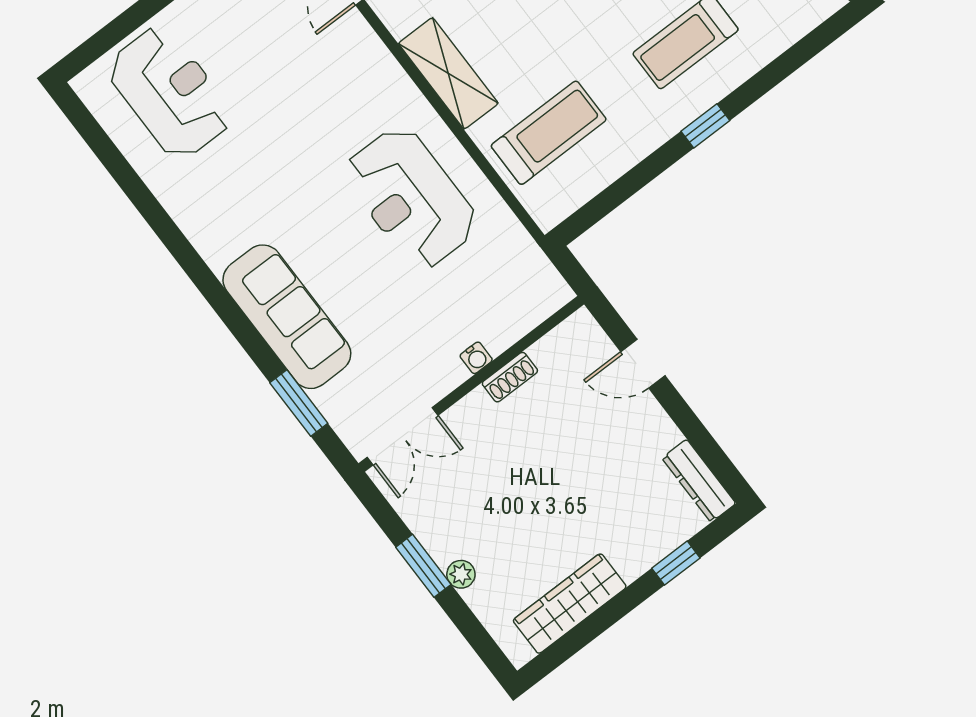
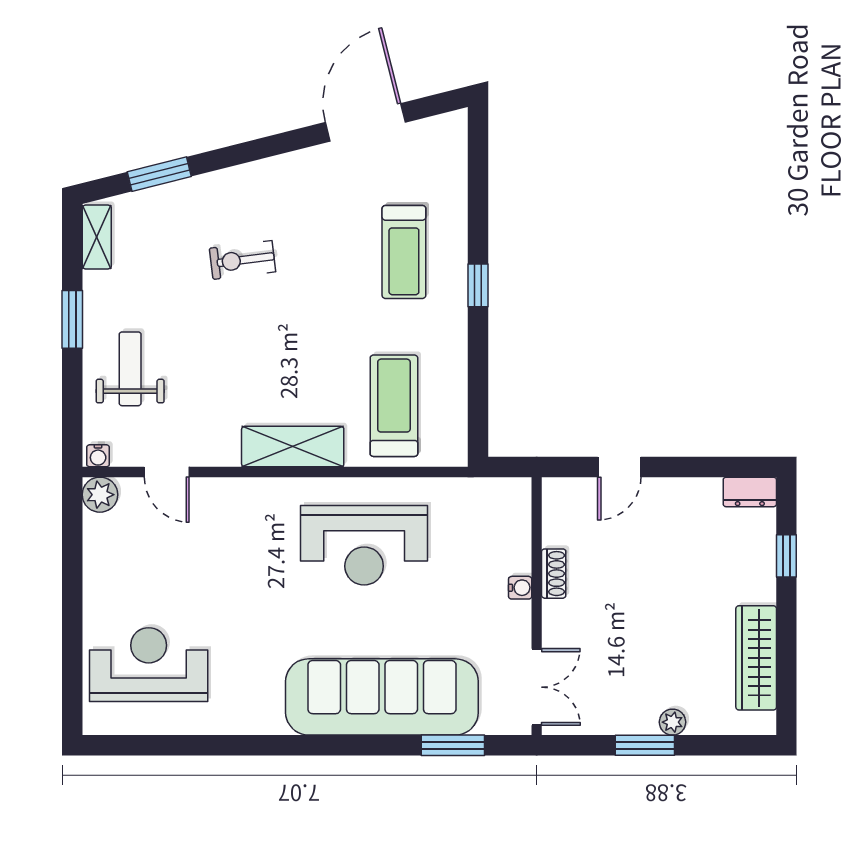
sofa: (287, 317) -> (382, 697), width x1.36, depth x1.27
dresser: (699, 481) -> (750, 492), width x0.70

